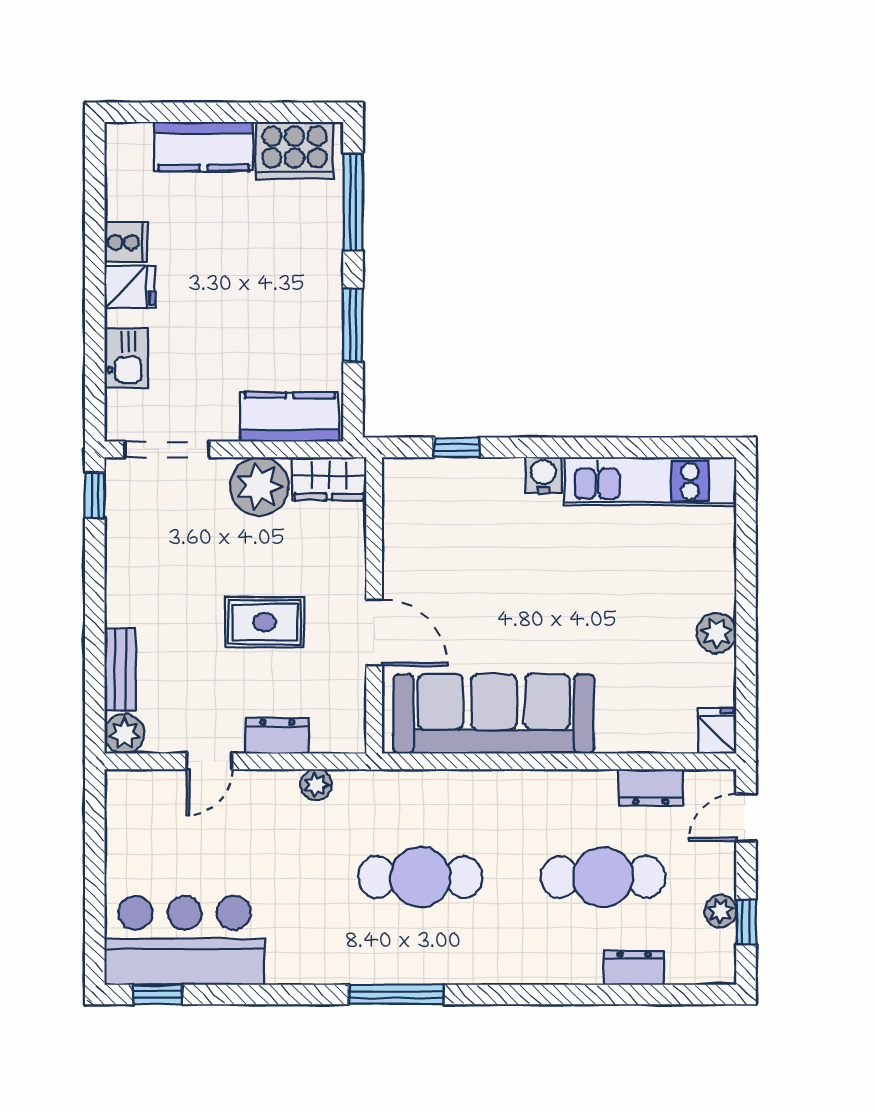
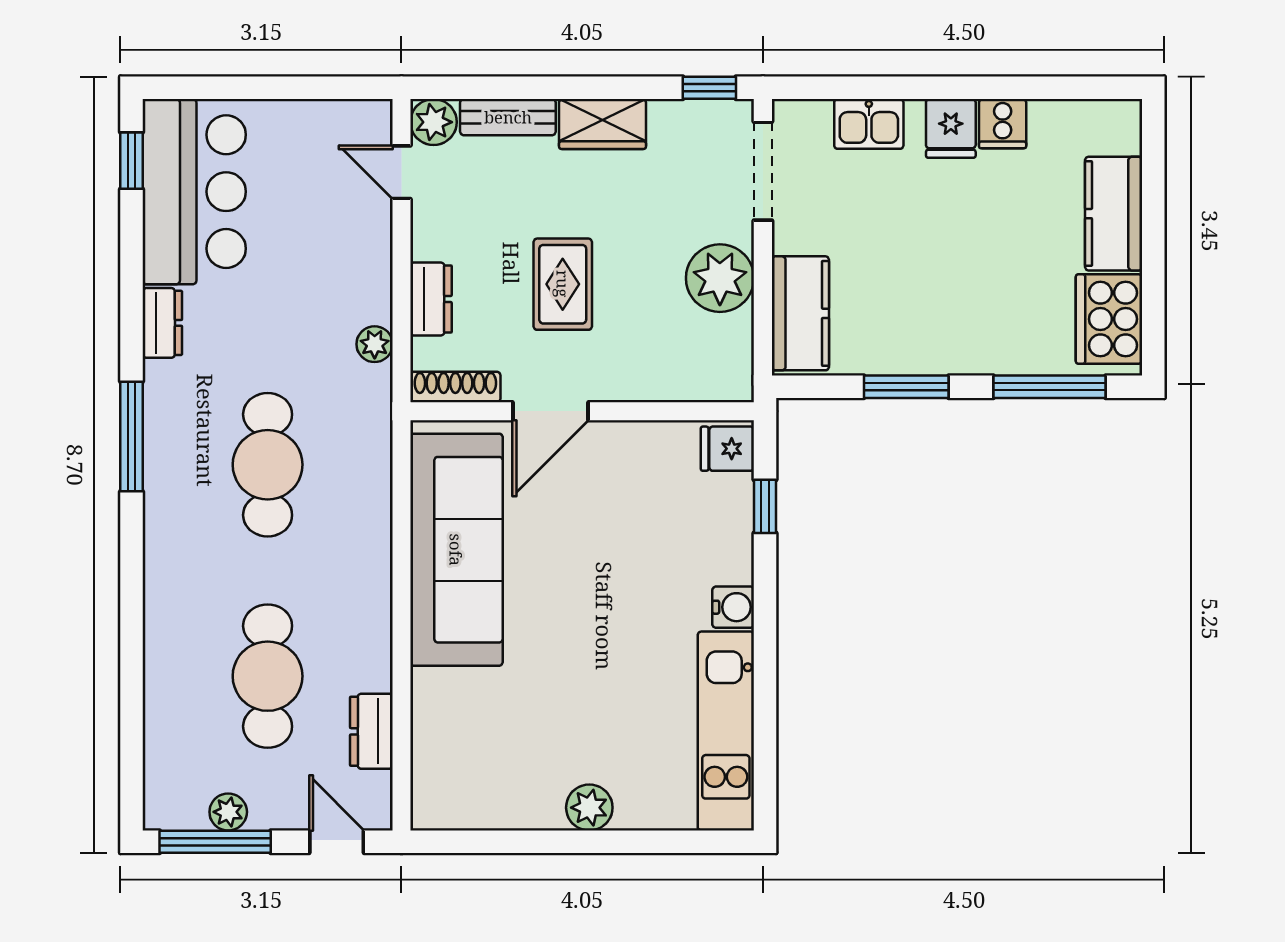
wardrobe: (329, 479) -> (602, 124), moved, turned -90
plant: (716, 633) -> (589, 808), moved
shoe rack: (353, 715) -> (455, 387), added
fridge: (717, 731) -> (727, 449), moved, turned 180
door: (209, 761) -> (401, 172), moved
window: (746, 922) -> (215, 842), width x2.17
dresser: (634, 968) -> (162, 323), moved

